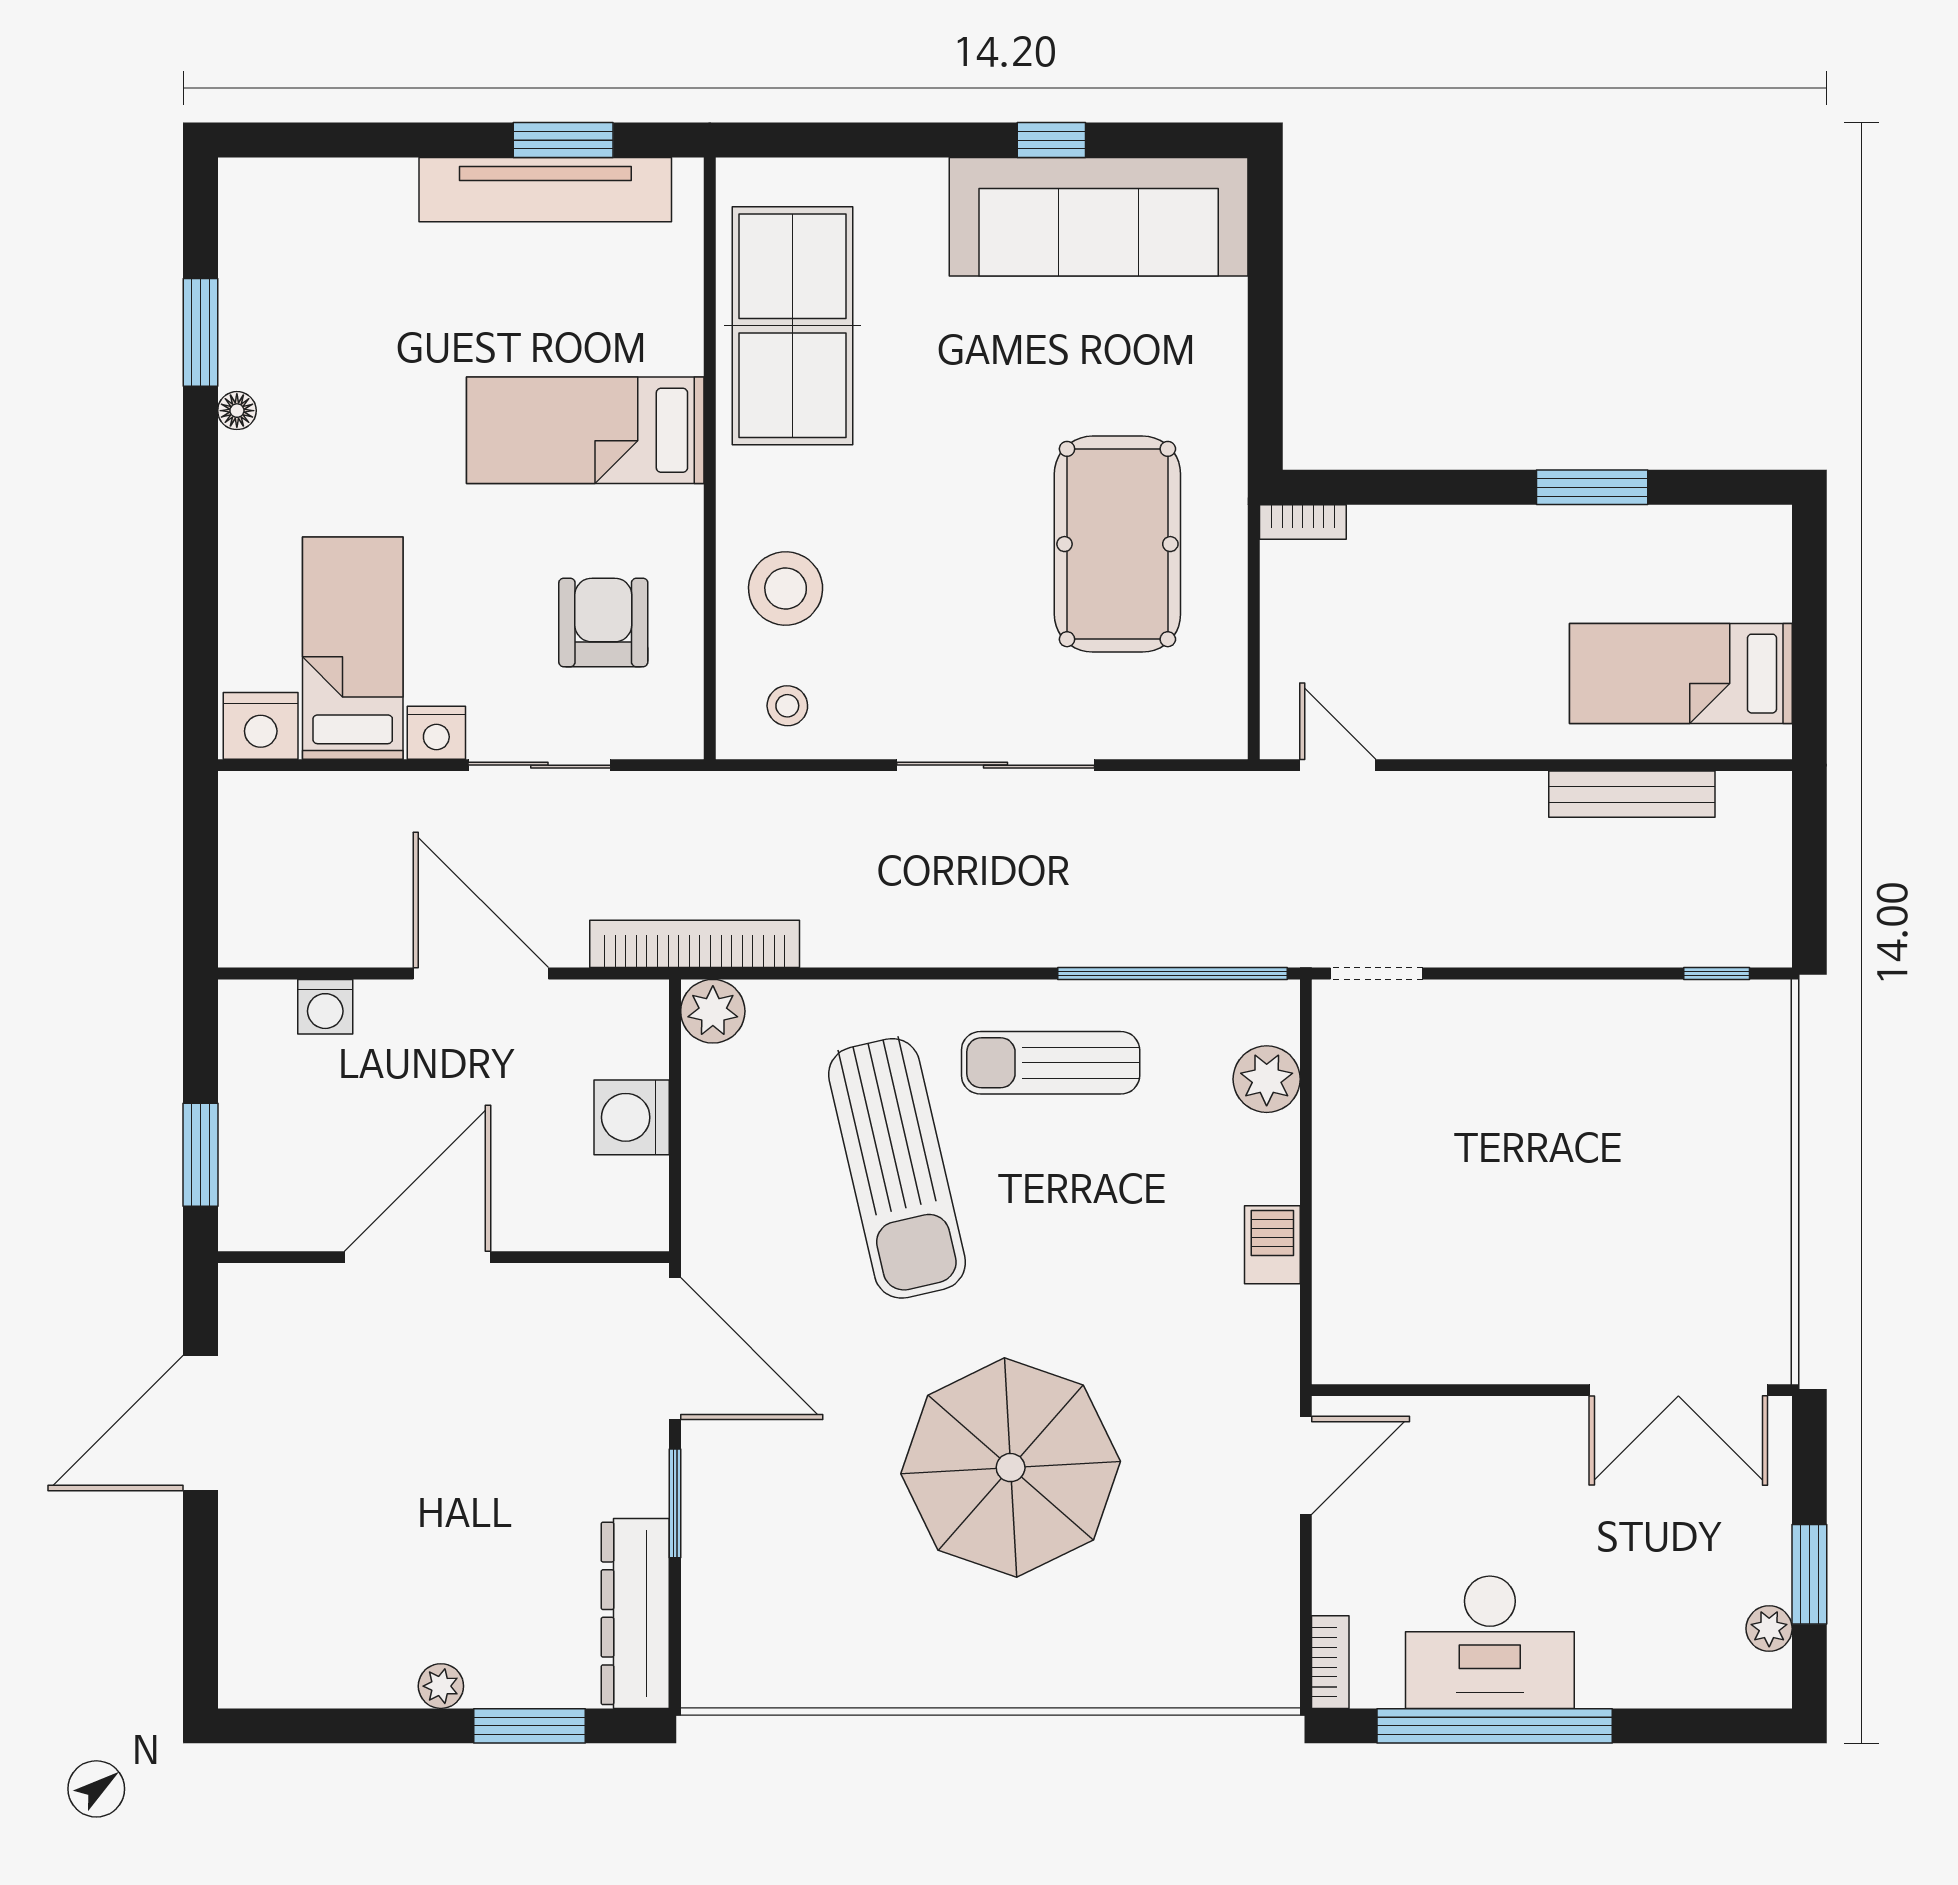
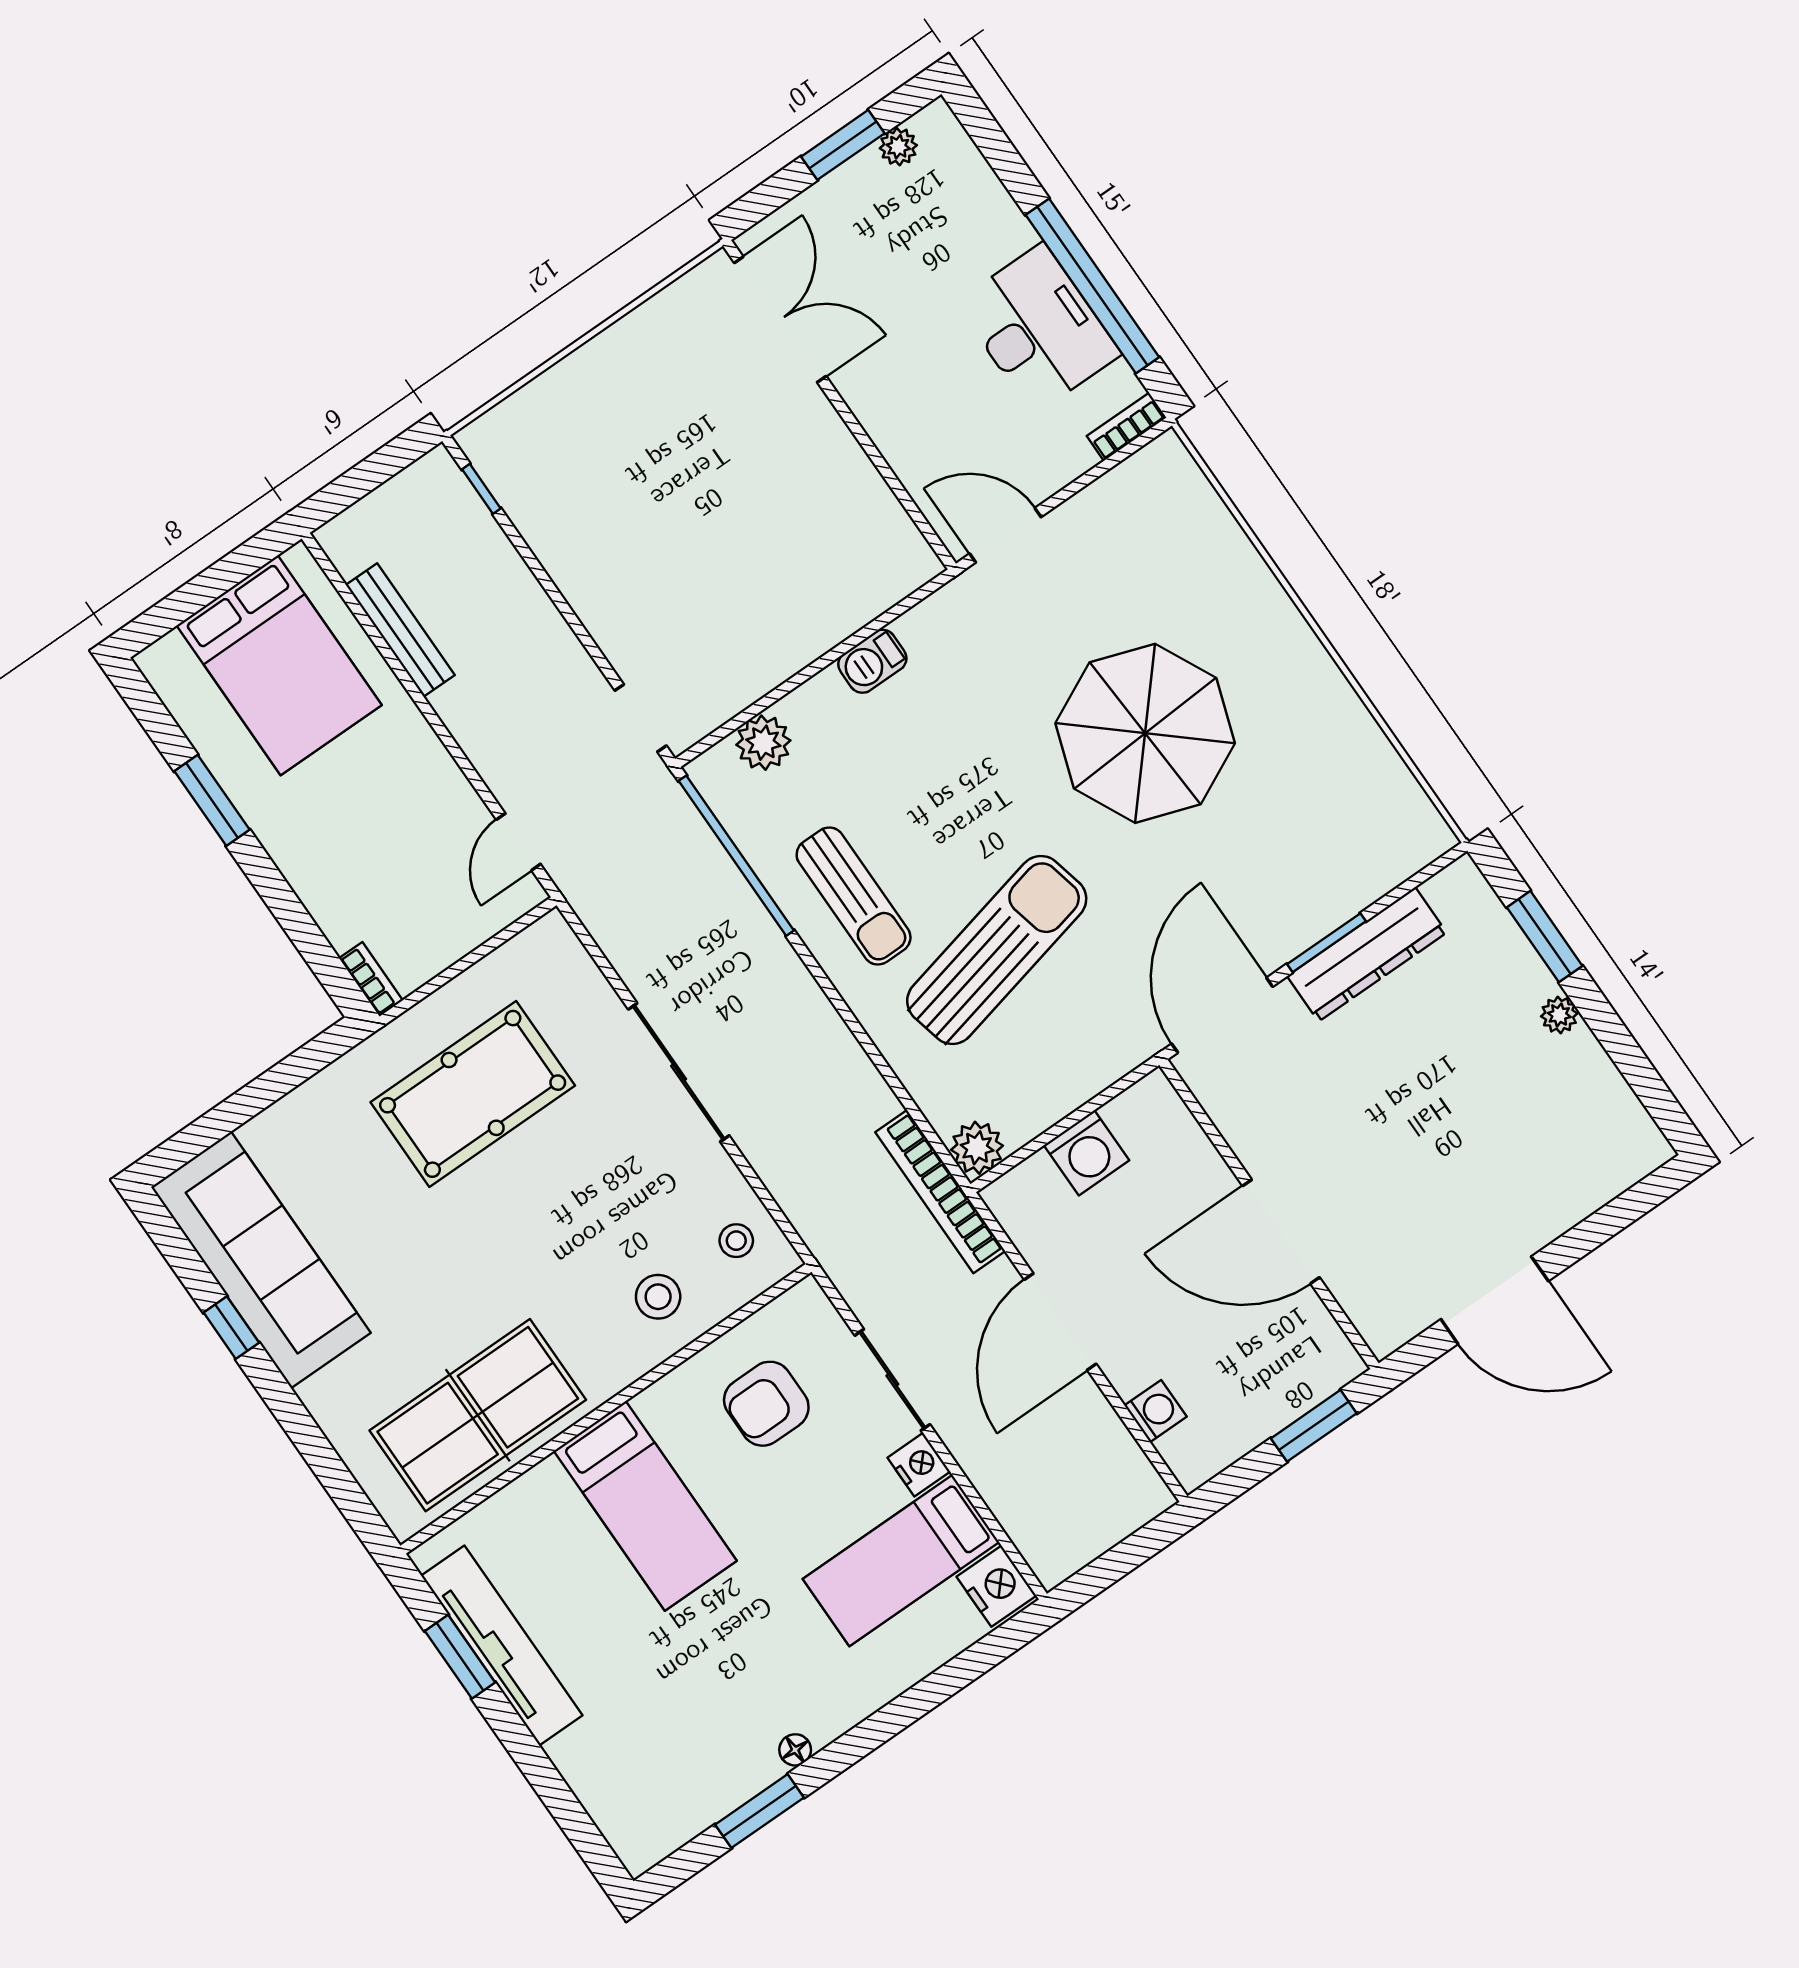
stool: (786, 589) -> (658, 1297), width x0.73, depth x0.73
bed: (1681, 674) -> (279, 665), width x1.50
dresser: (635, 1613) -> (1367, 954), moved

